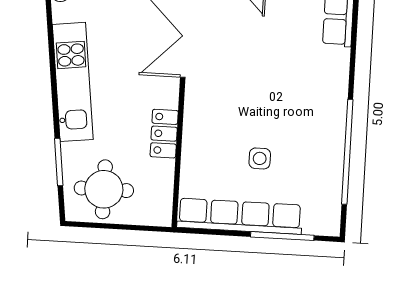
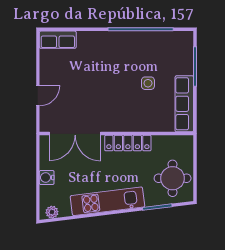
locker: (164, 134) -> (128, 143), width x1.53
row of seats: (240, 216) -> (184, 104), width x0.73

